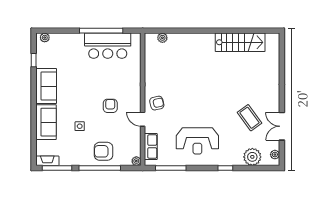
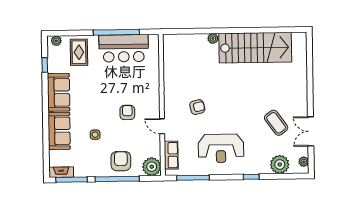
plant: (162, 38) -> (213, 38), moved
stairs: (240, 42) -> (255, 48), width x1.36, depth x1.51
rug: (66, 49) -> (79, 52), added
armchair: (157, 103) -> (197, 107), moved
armchair: (103, 151) -> (121, 161), turned 90
plant: (136, 161) -> (152, 167), width x1.87, depth x1.87

